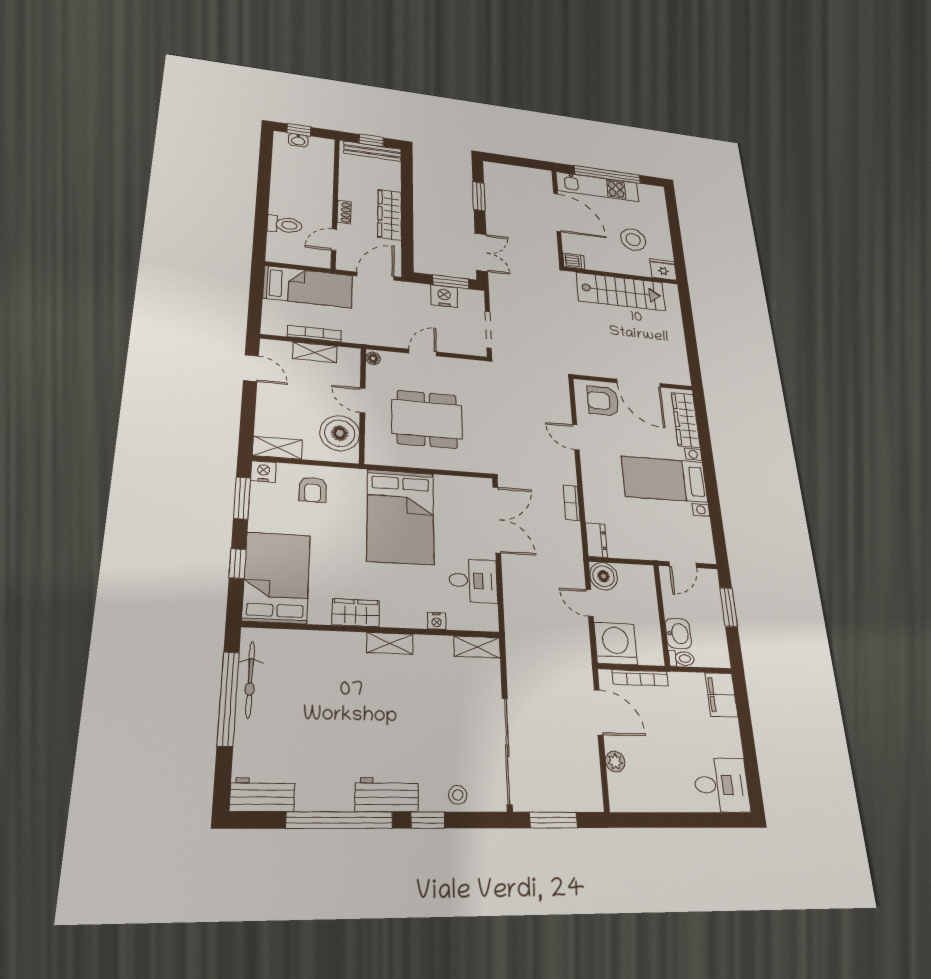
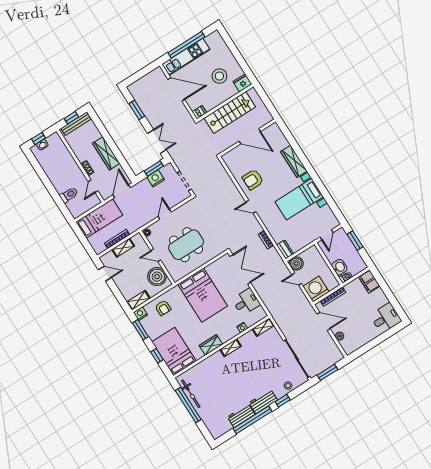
wall: (633, 383) -> (247, 138), moved
door: (639, 383) -> (250, 136), moved
workbench: (262, 795) -> (241, 416), moved

